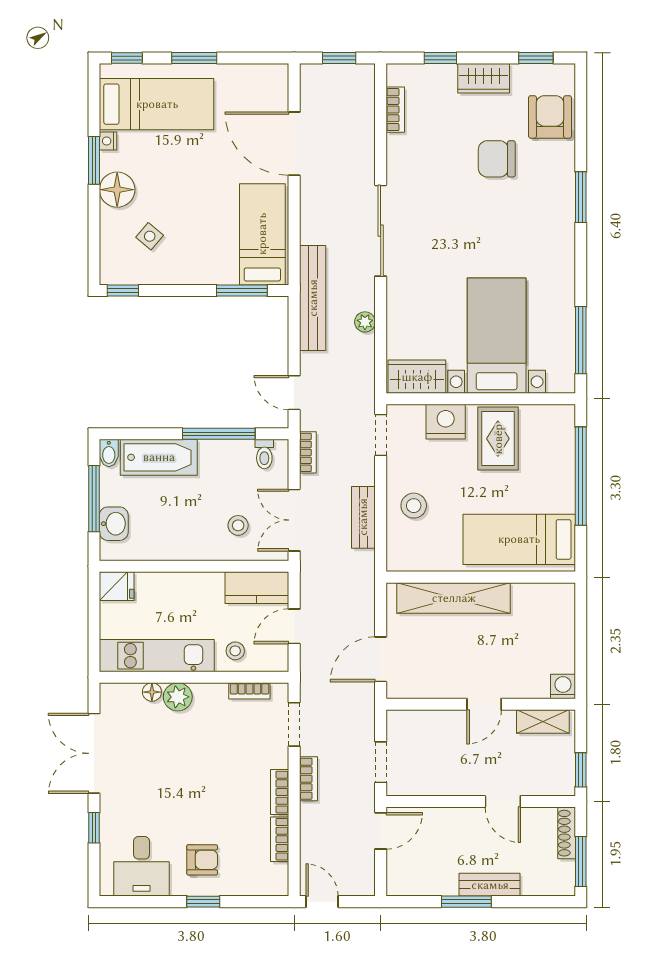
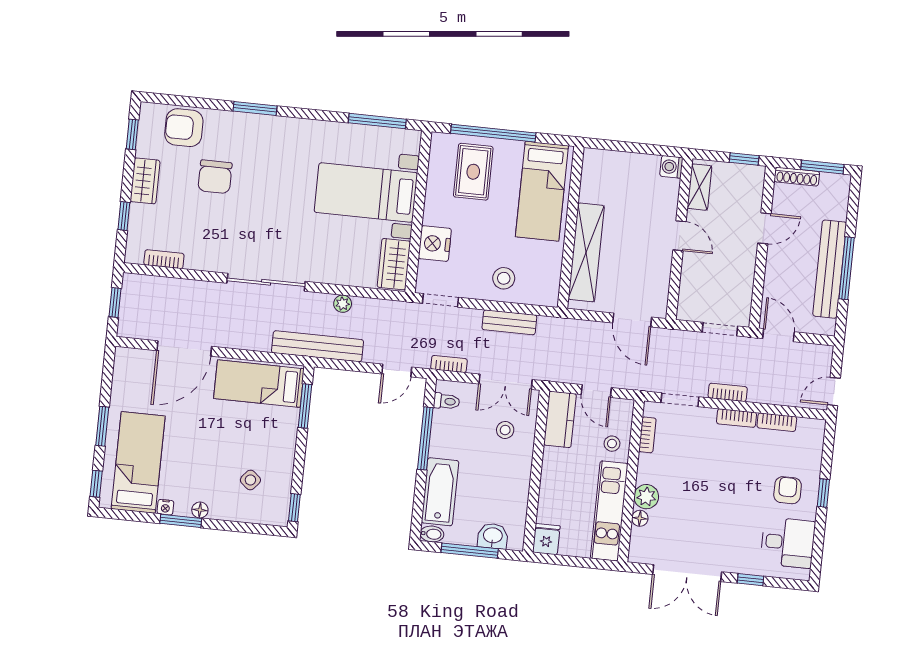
floor lamp: (117, 190) -> (200, 510), width x0.53, depth x0.53
rug: (498, 439) -> (473, 172), moved, turned 90
bench: (490, 885) -> (830, 269), width x1.86, depth x1.21
window: (466, 902) -> (847, 268), width x1.44

